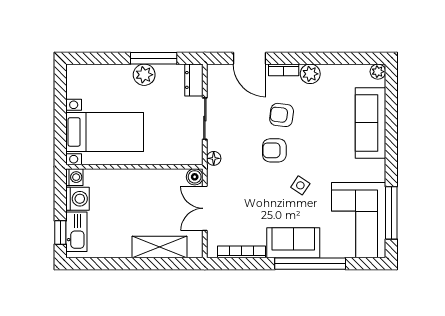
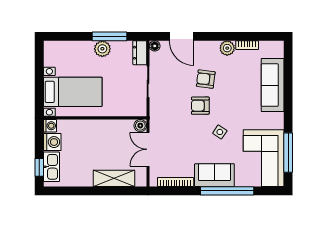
bookcase: (284, 70) -> (247, 45), moved
plant: (378, 72) -> (278, 46), removed
floor lamp: (214, 158) -> (155, 46), moved

